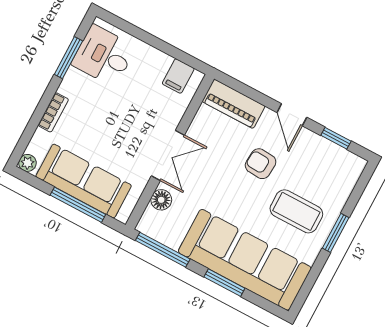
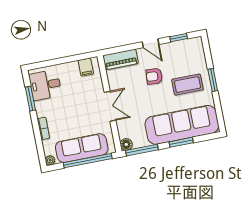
floor lamp: (161, 200) -> (126, 144), moved
window: (78, 205) -> (88, 161), width x1.46

